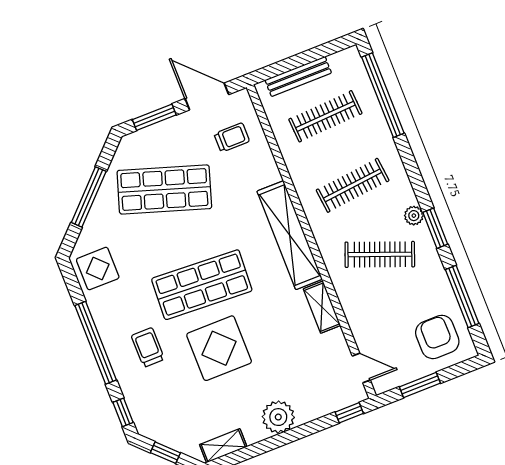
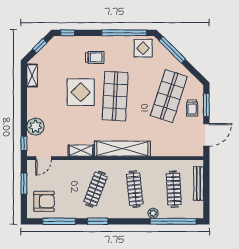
trolley: (232, 137) -> (192, 108), moved
window: (89, 197) -> (172, 50), moved
plant: (414, 216) -> (153, 213), moved
window: (96, 343) -> (124, 33), moved
plant: (278, 417) -> (35, 127), moved

